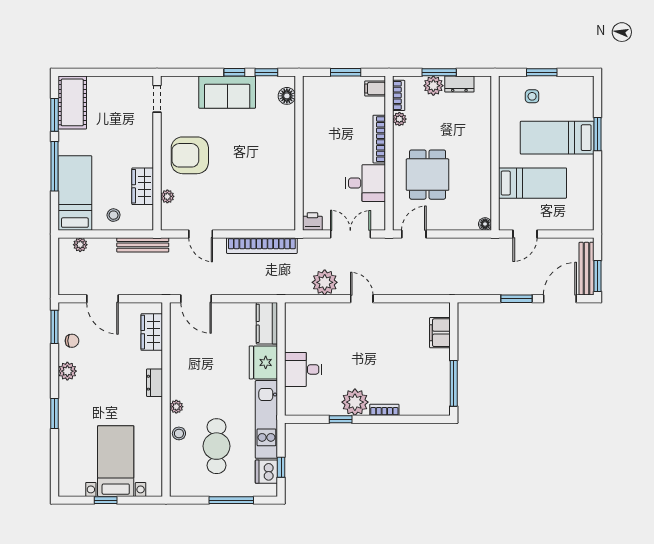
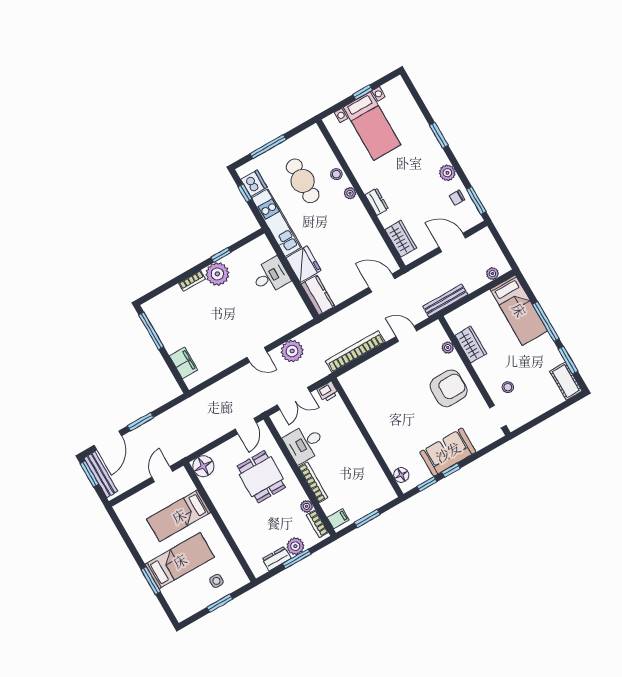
cot: (72, 102) -> (566, 381), width x0.73, depth x0.75
stool: (114, 215) -> (508, 387), moved
floor lamp: (485, 224) -> (203, 466), width x1.89, depth x1.89

